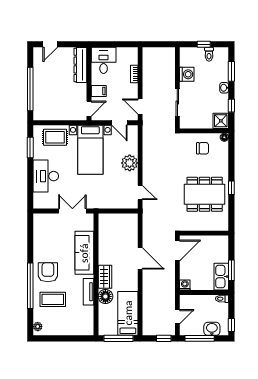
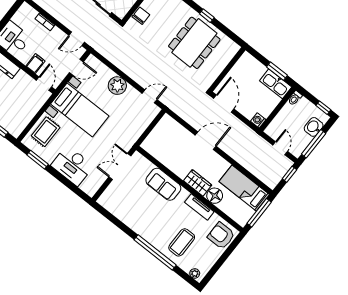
chair: (203, 148) -> (141, 16), moved
sofa: (84, 253) -> (163, 184), width x0.73
armchair: (48, 272) -> (221, 236), moved

